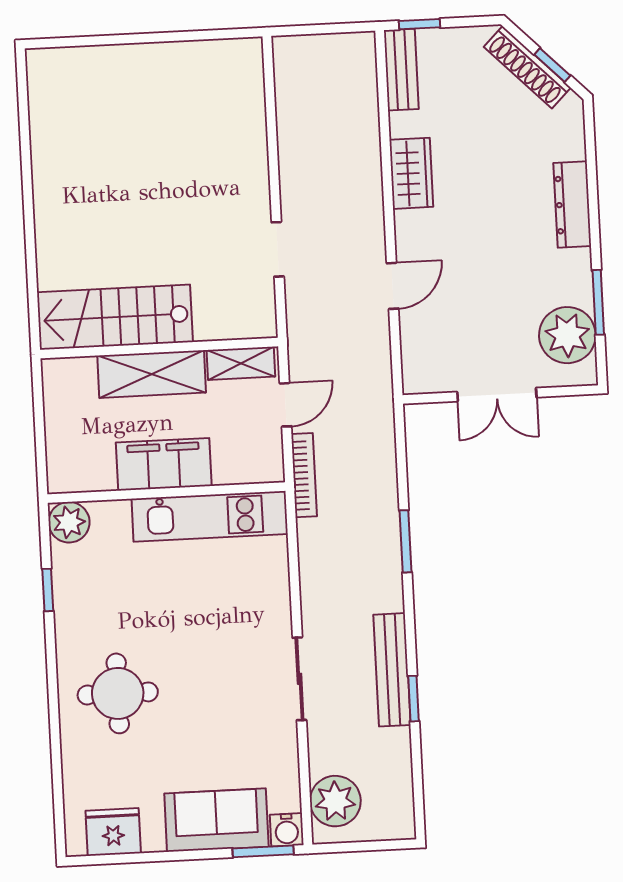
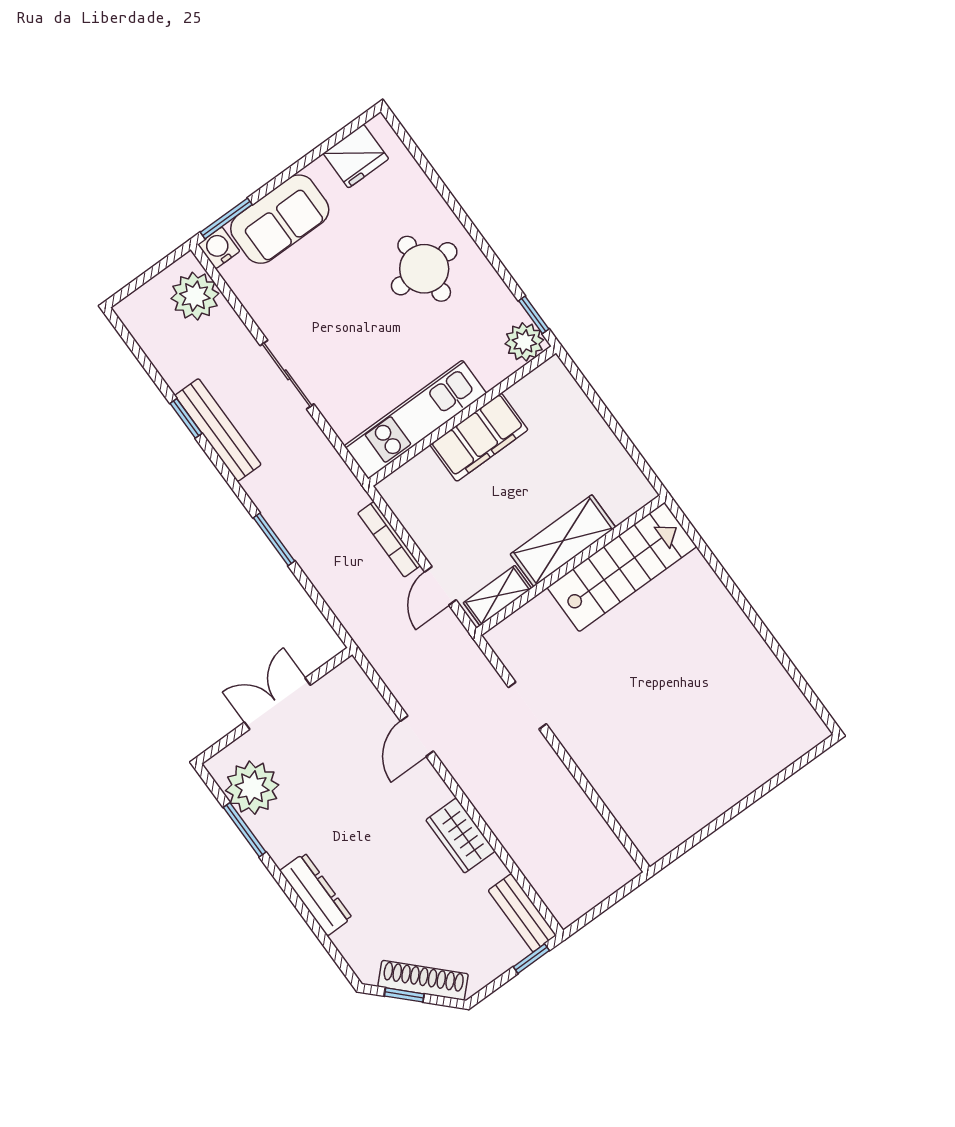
filing cabinet: (164, 464) -> (479, 437), moved
wall: (166, 493) -> (462, 416), moved
kitchen unit: (210, 516) -> (415, 420), moved
plant: (69, 522) -> (524, 342), moved

